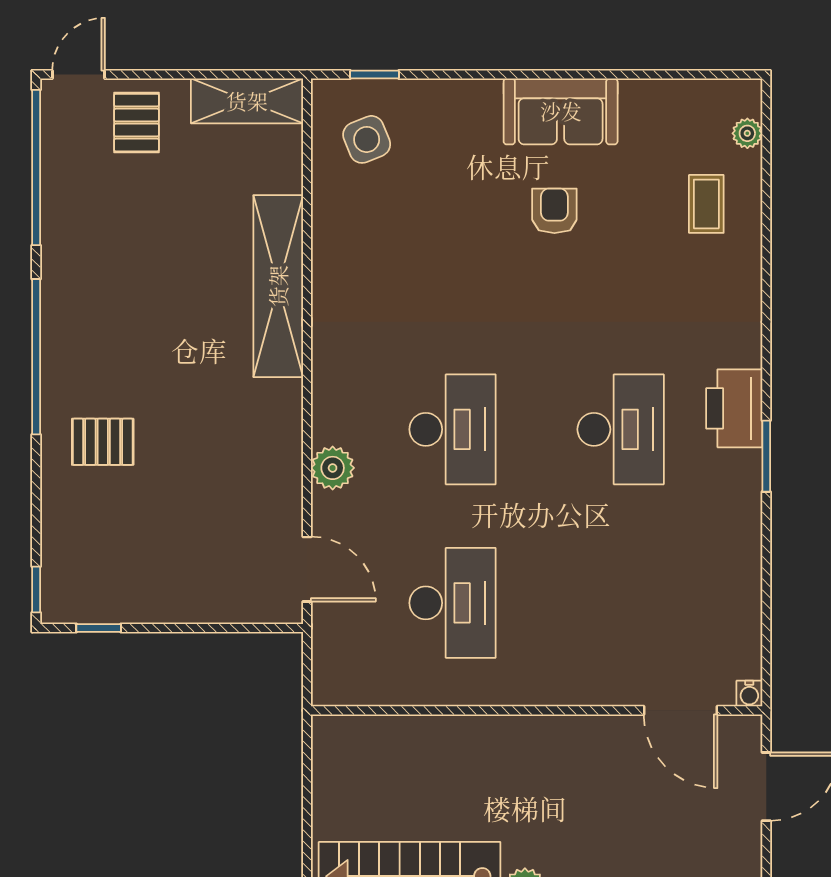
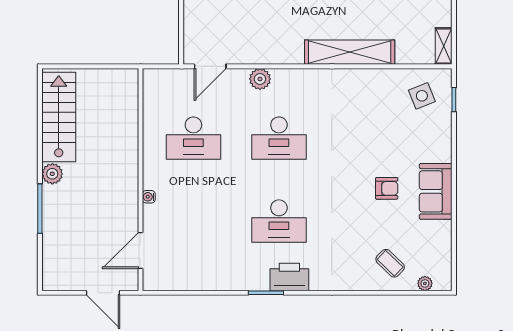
shelving: (247, 101) -> (444, 46), width x0.67, depth x0.75
coffee table: (706, 204) -> (390, 263), turned 44
water cooler: (749, 694) -> (149, 197), moved

